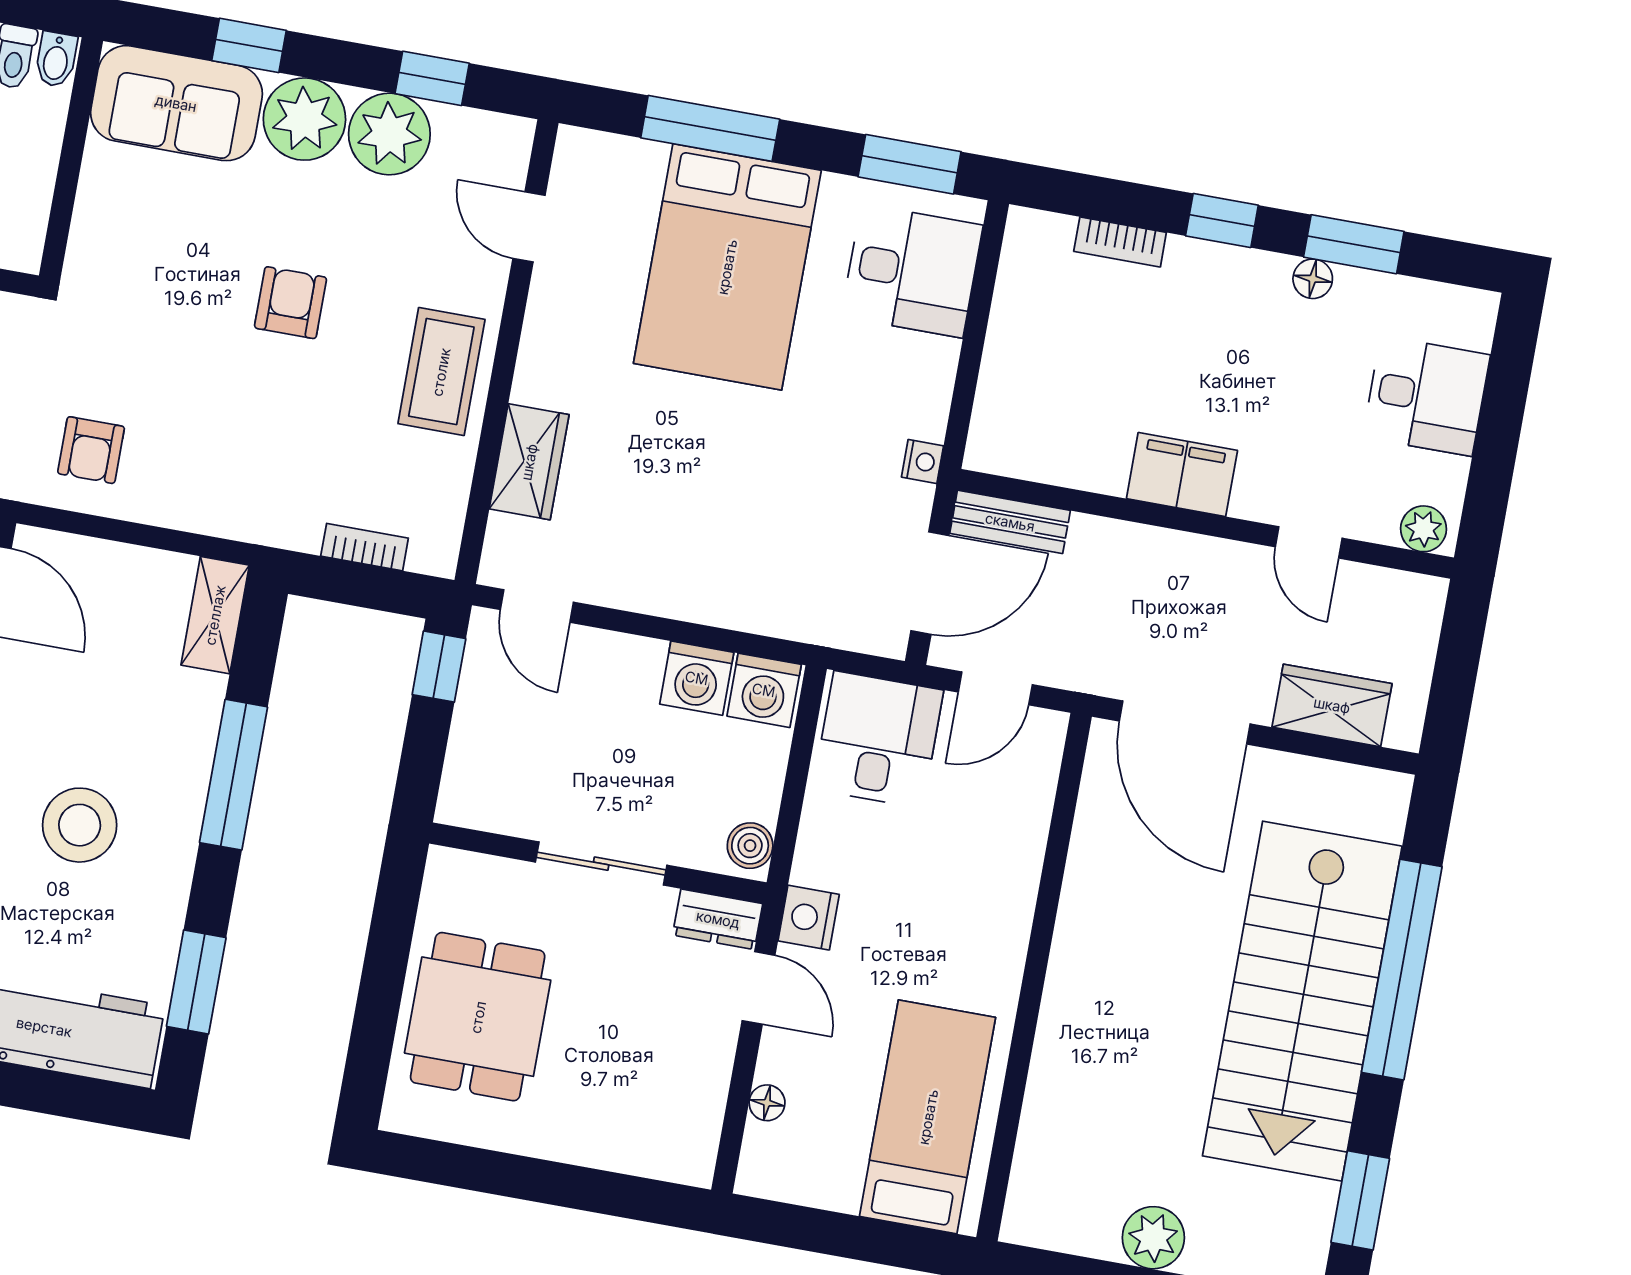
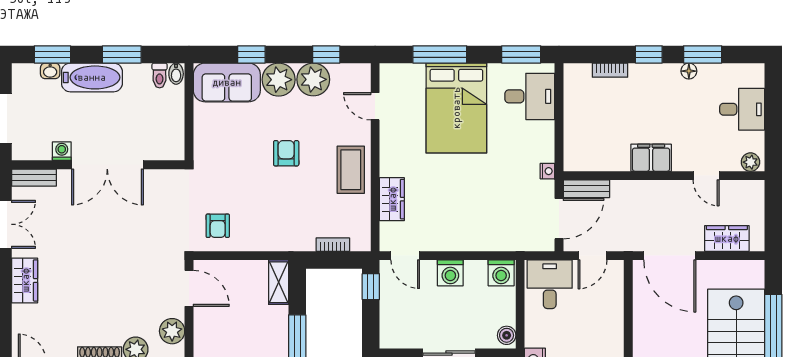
washing machine: (697, 678) -> (450, 273), moved

